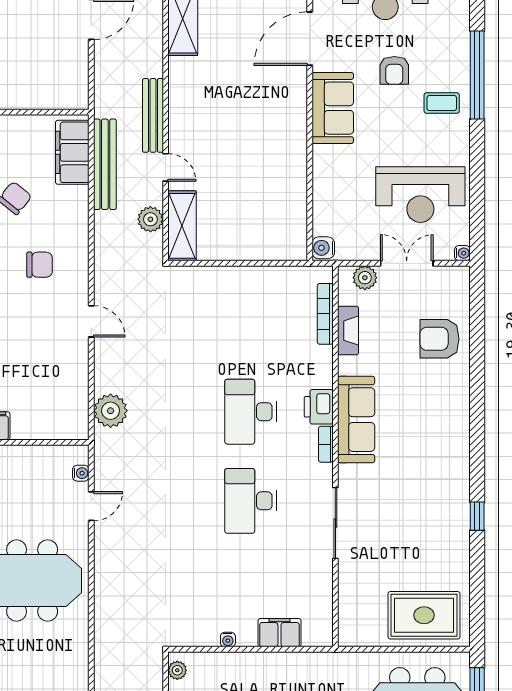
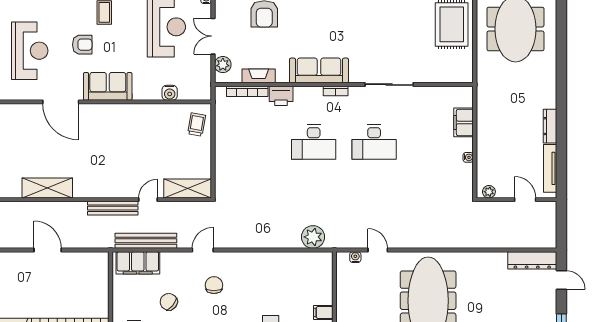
plant: (150, 219) -> (183, 210), removed
trolley: (276, 239) -> (197, 125), added
water cooler: (323, 248) -> (170, 93), moved
door: (91, 321) -> (203, 250), moved
printer: (319, 407) -> (281, 96), moved

